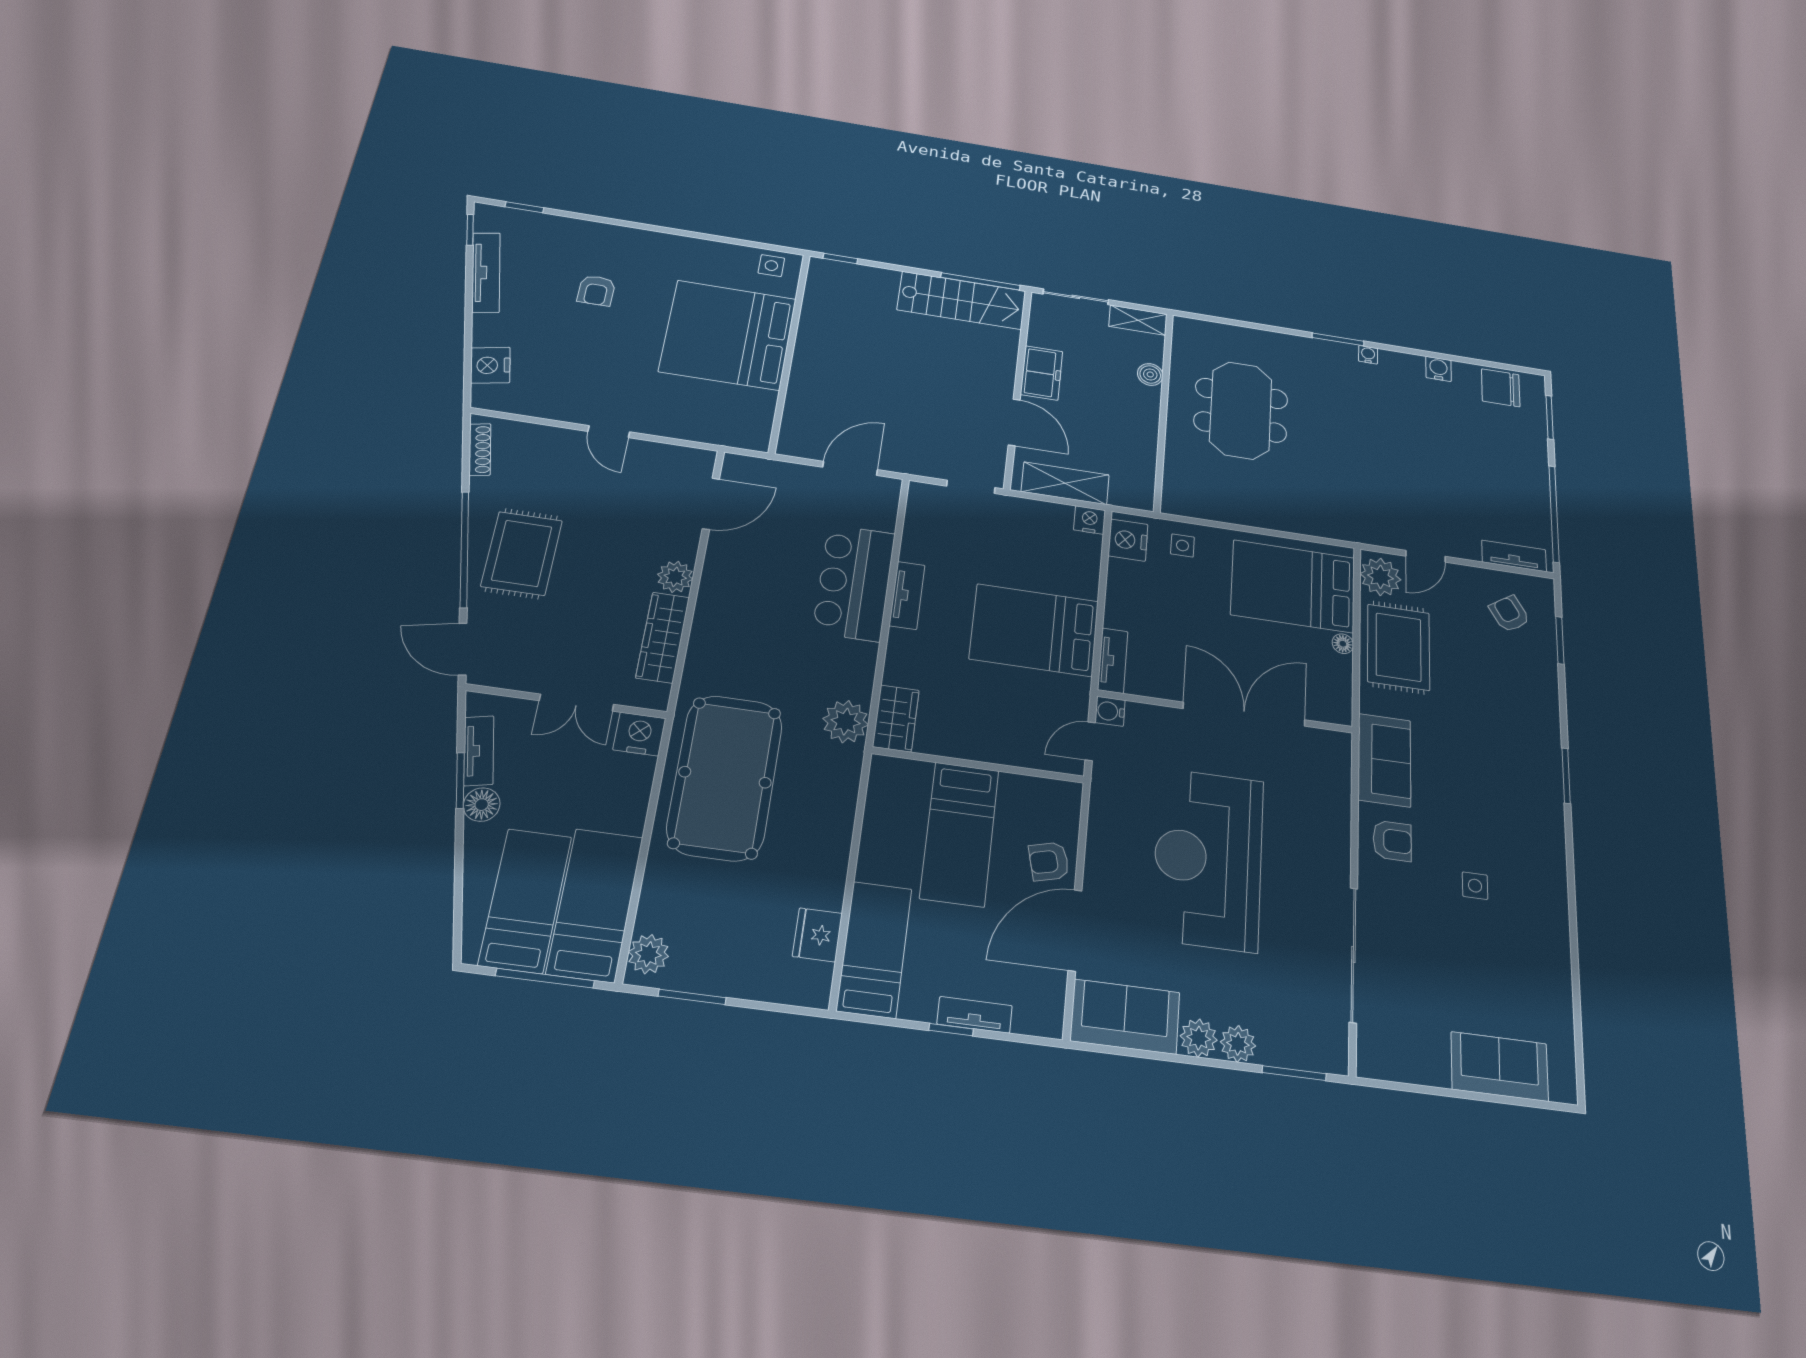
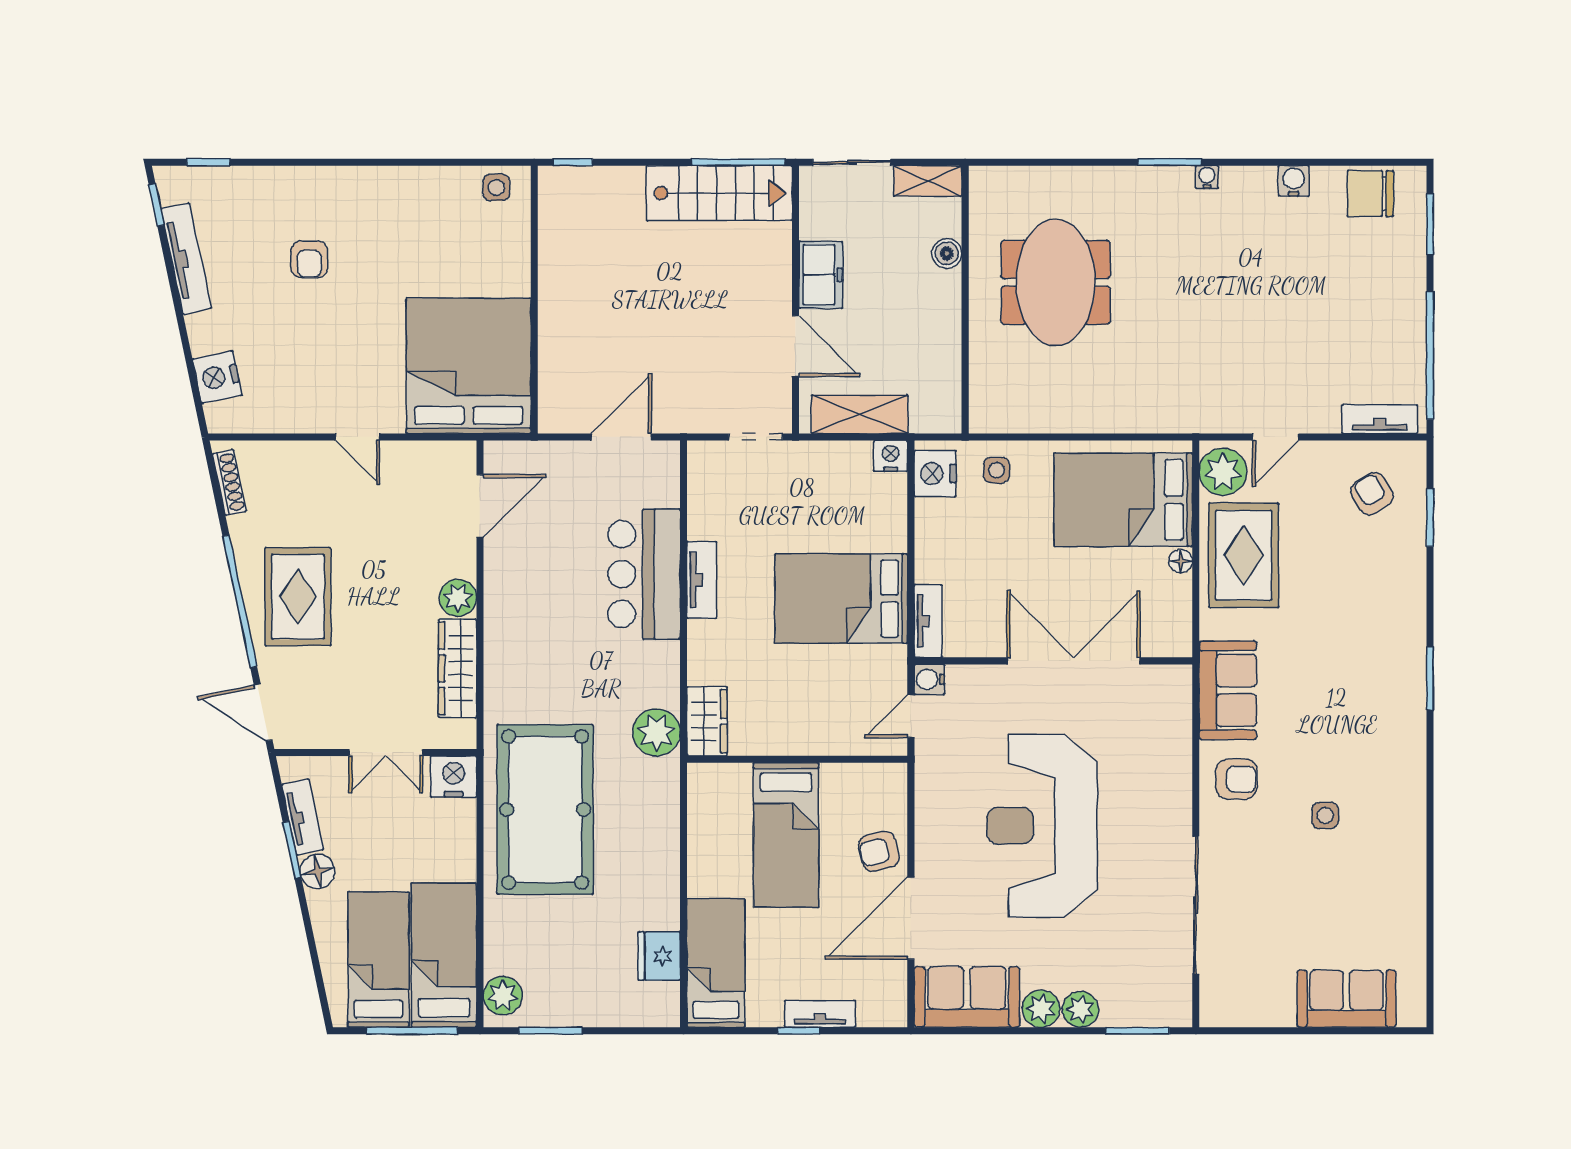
bed: (728, 335) -> (469, 366), moved, turned 90

